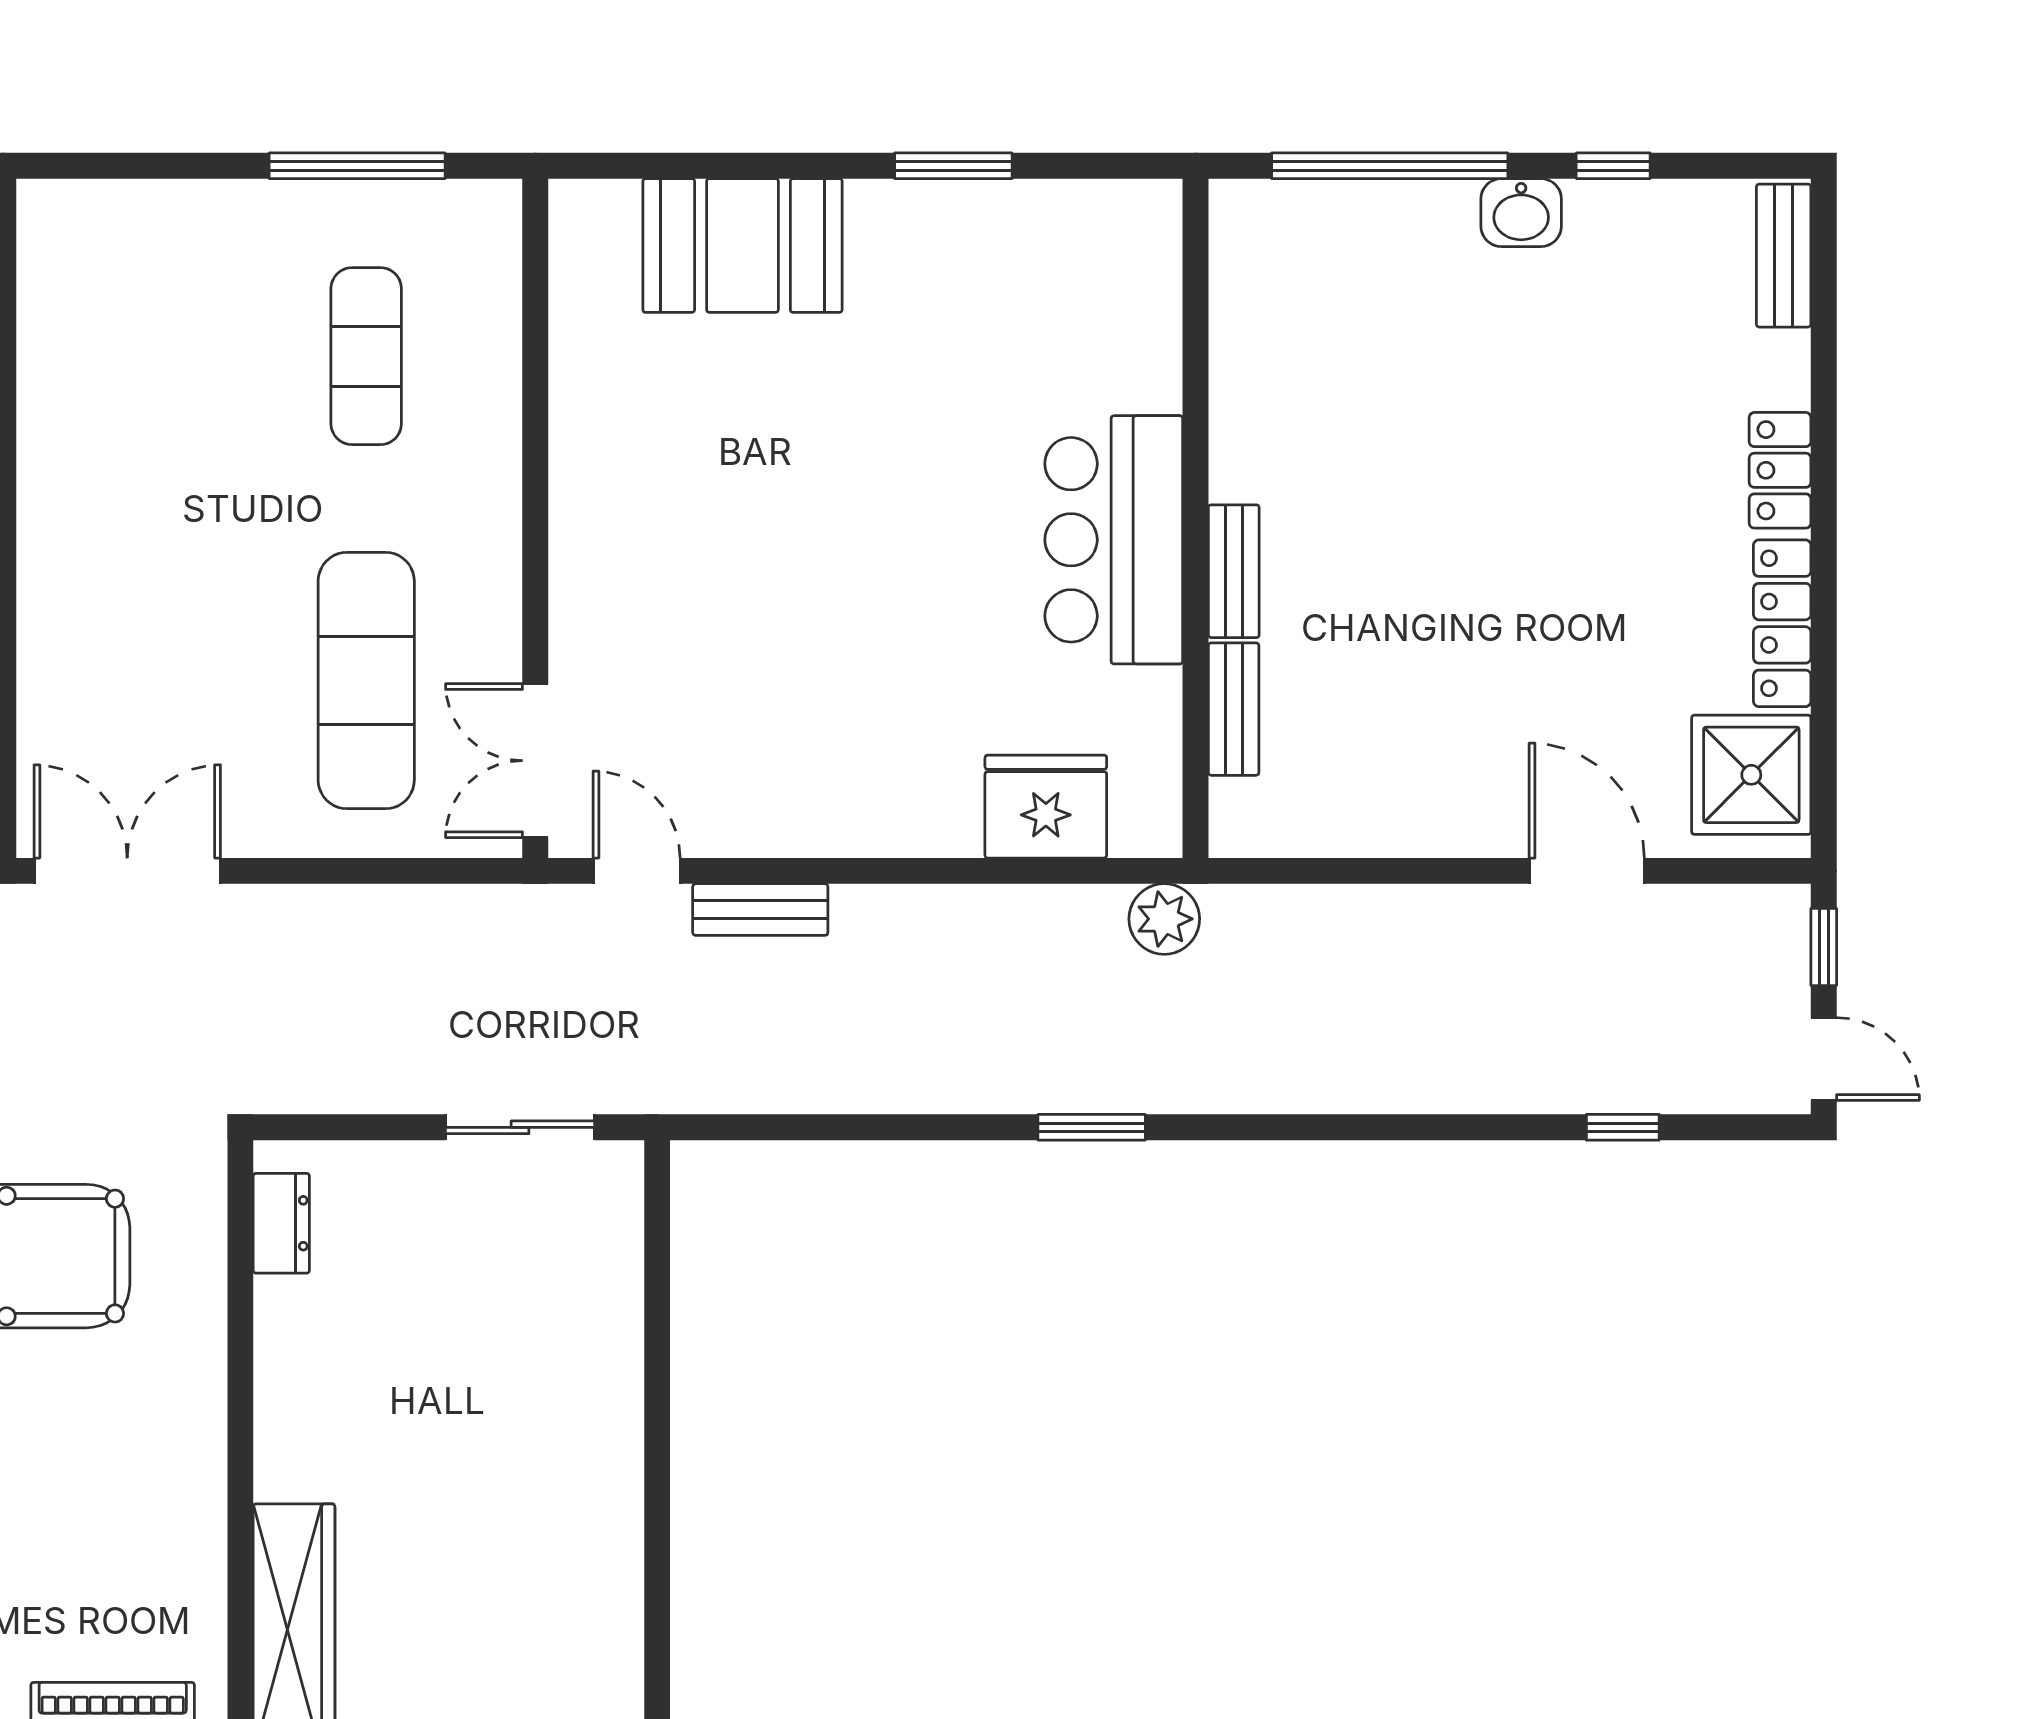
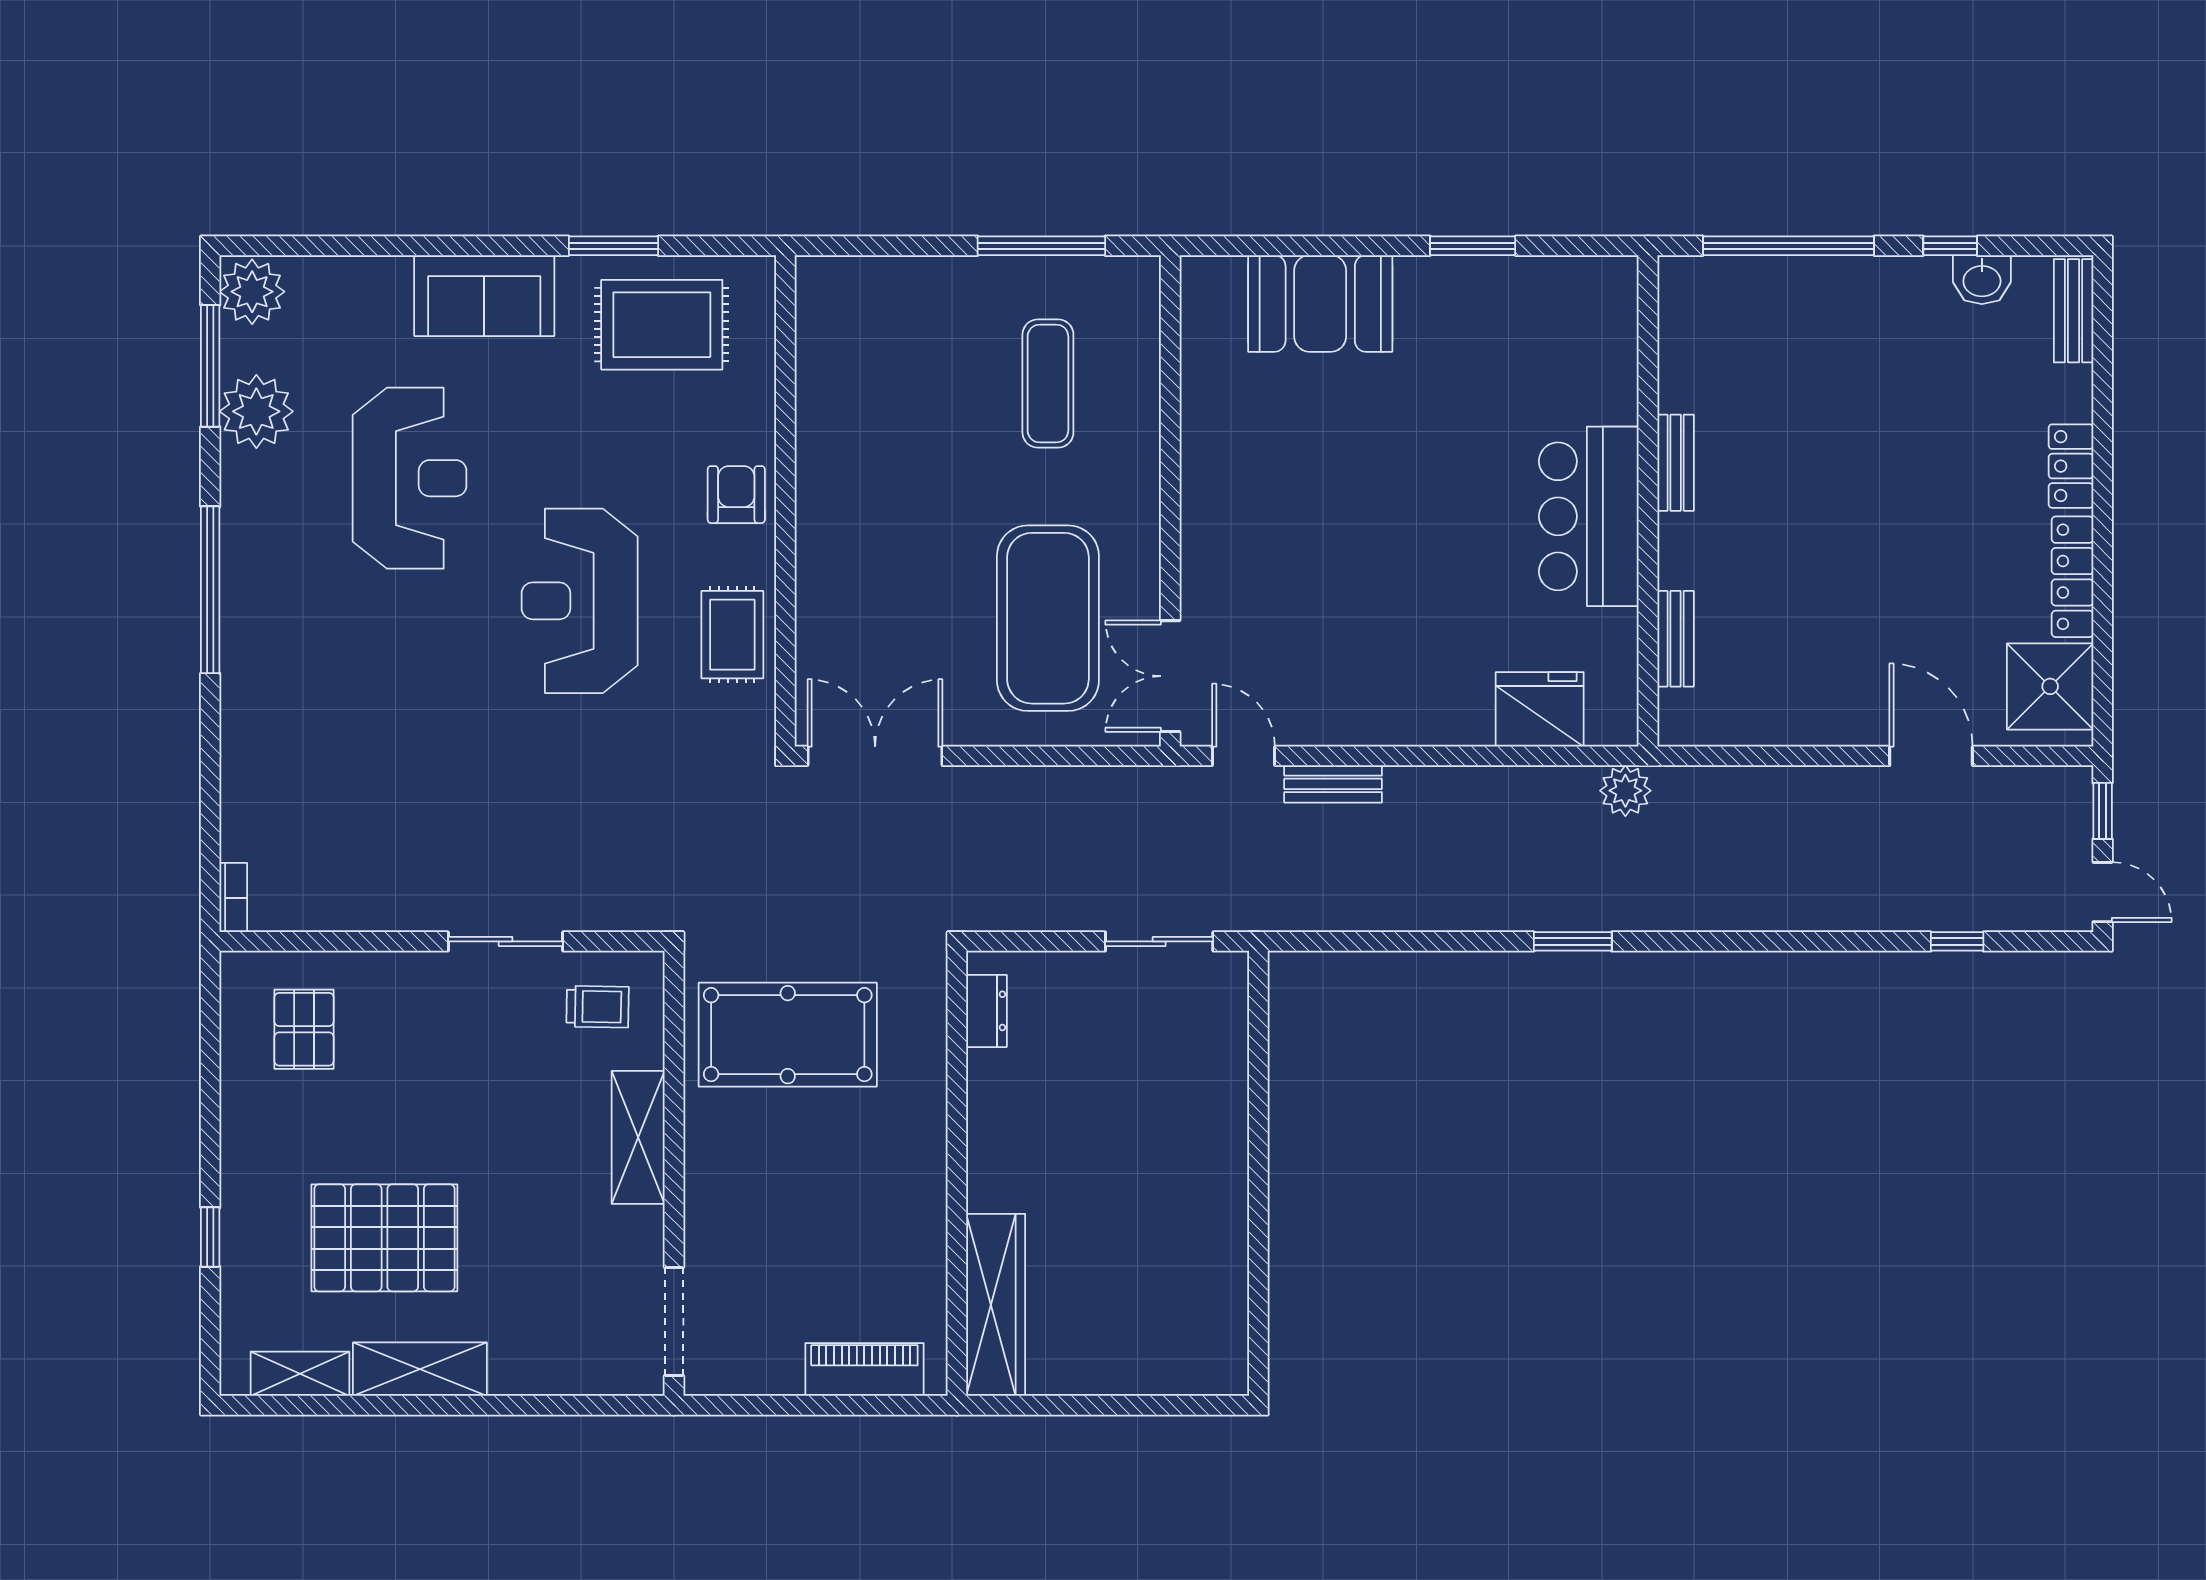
washbasin: (1521, 213) -> (1982, 280), moved
bench: (1234, 571) -> (1676, 463), moved
exercise mat: (366, 681) -> (1048, 618), width x1.47

